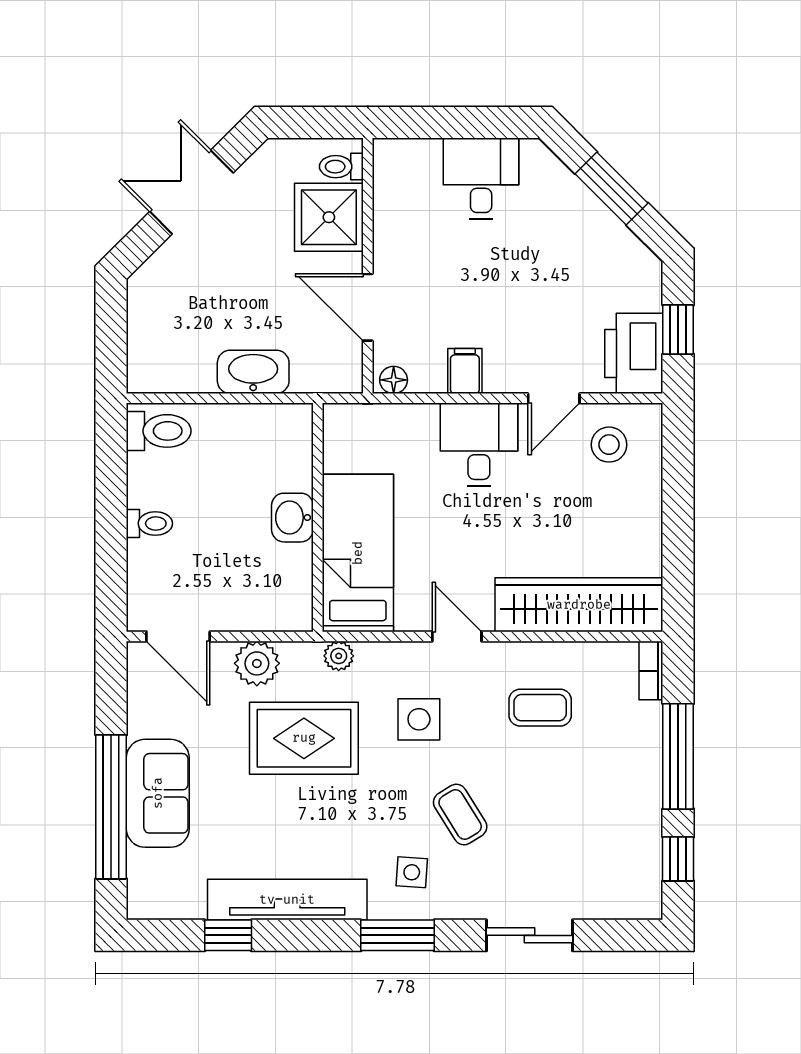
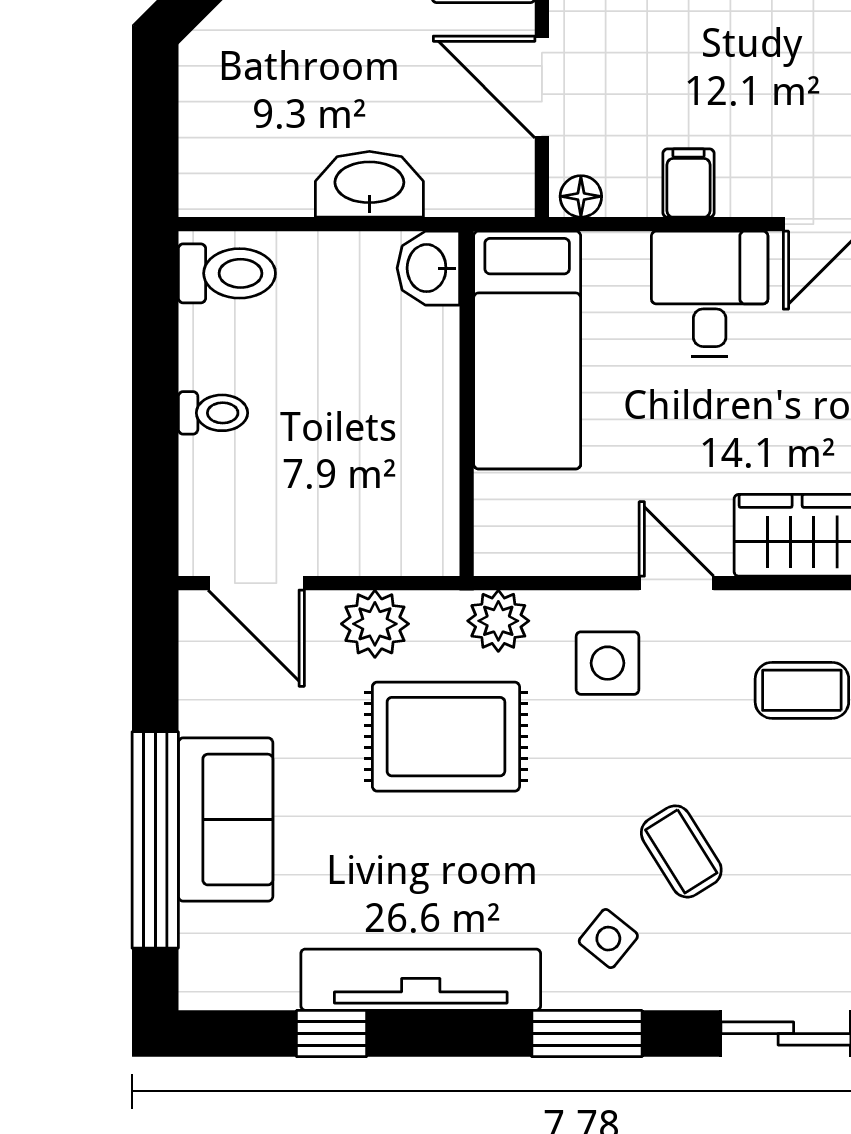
washbasin: (292, 518) -> (428, 268), moved
bed: (358, 553) -> (527, 350), moved, turned 180
plant: (339, 656) -> (498, 621), width x1.38, depth x1.38
side table: (419, 719) -> (607, 663), moved
side table: (412, 872) -> (608, 939), turned 35

